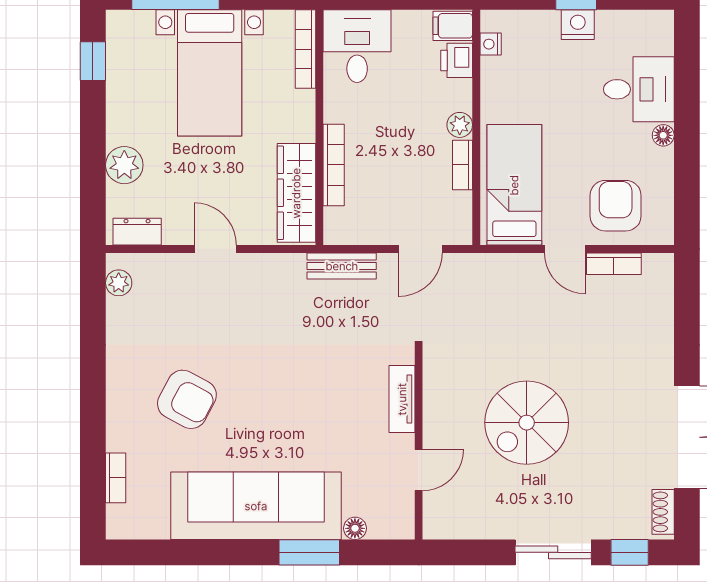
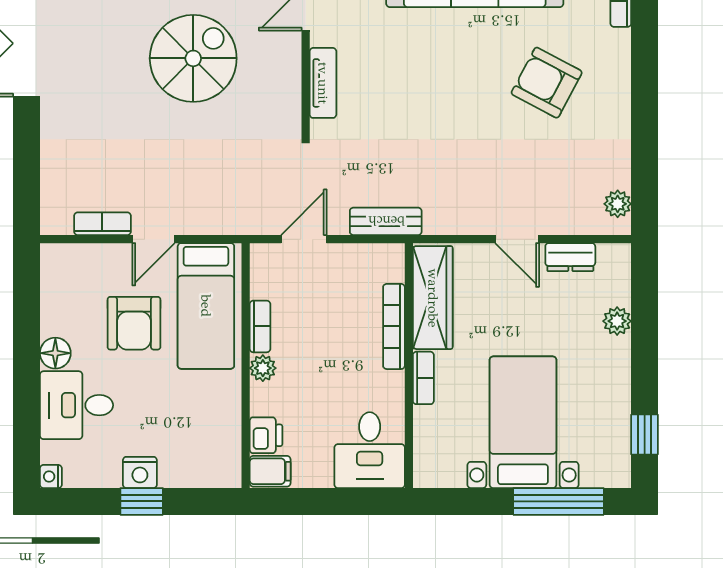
nightstand: (491, 44) -> (51, 477), moved, turned 180
bookcase: (305, 49) -> (423, 378), moved, width x0.64
floor lamp: (663, 135) -> (55, 353), width x1.37, depth x1.37
plant: (124, 165) -> (617, 321), width x0.73, depth x0.73
armchair: (616, 206) -> (134, 323), moved
dresser: (137, 232) -> (570, 257), moved
door: (565, 249) -> (153, 239), swing flipped

